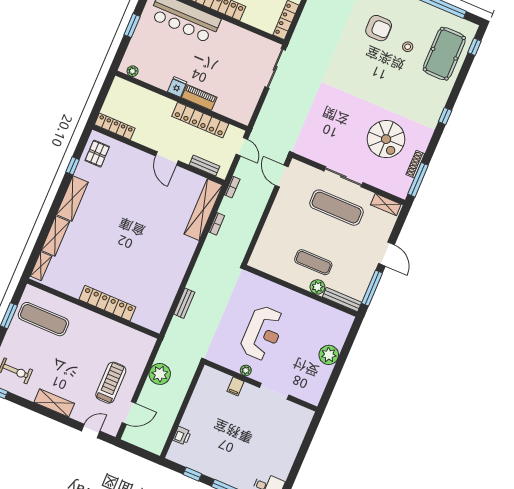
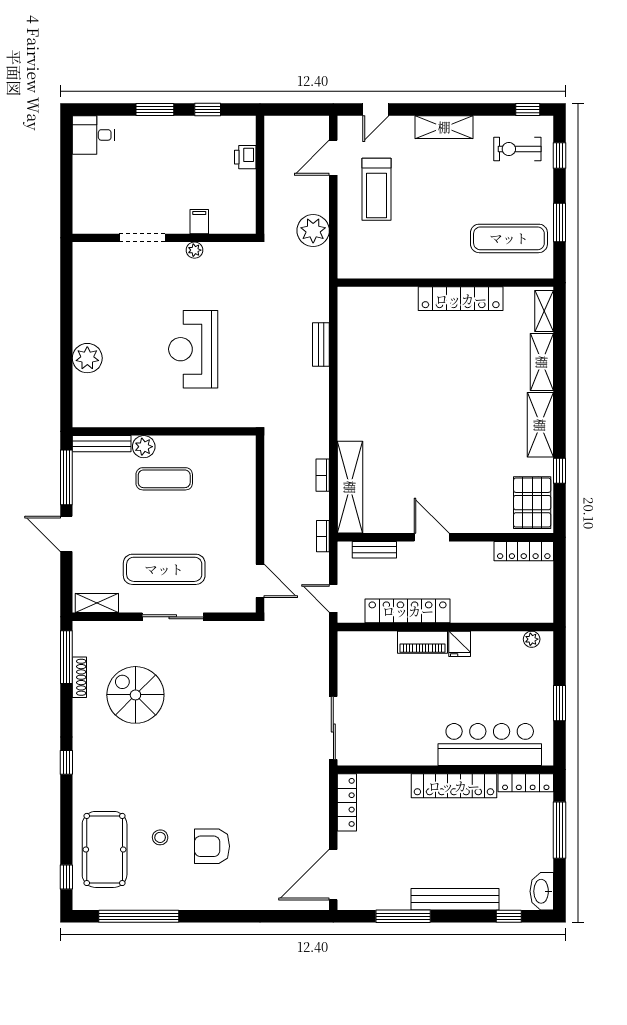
pallet: (97, 154) -> (532, 503), width x1.50, depth x1.42
locker: (107, 303) -> (461, 299), moved
plant: (246, 370) -> (195, 250), moved
filing cabinet: (236, 386) -> (199, 222), moved
wall: (261, 386) -> (164, 238), moved
doorway: (274, 391) -> (142, 238), moved

